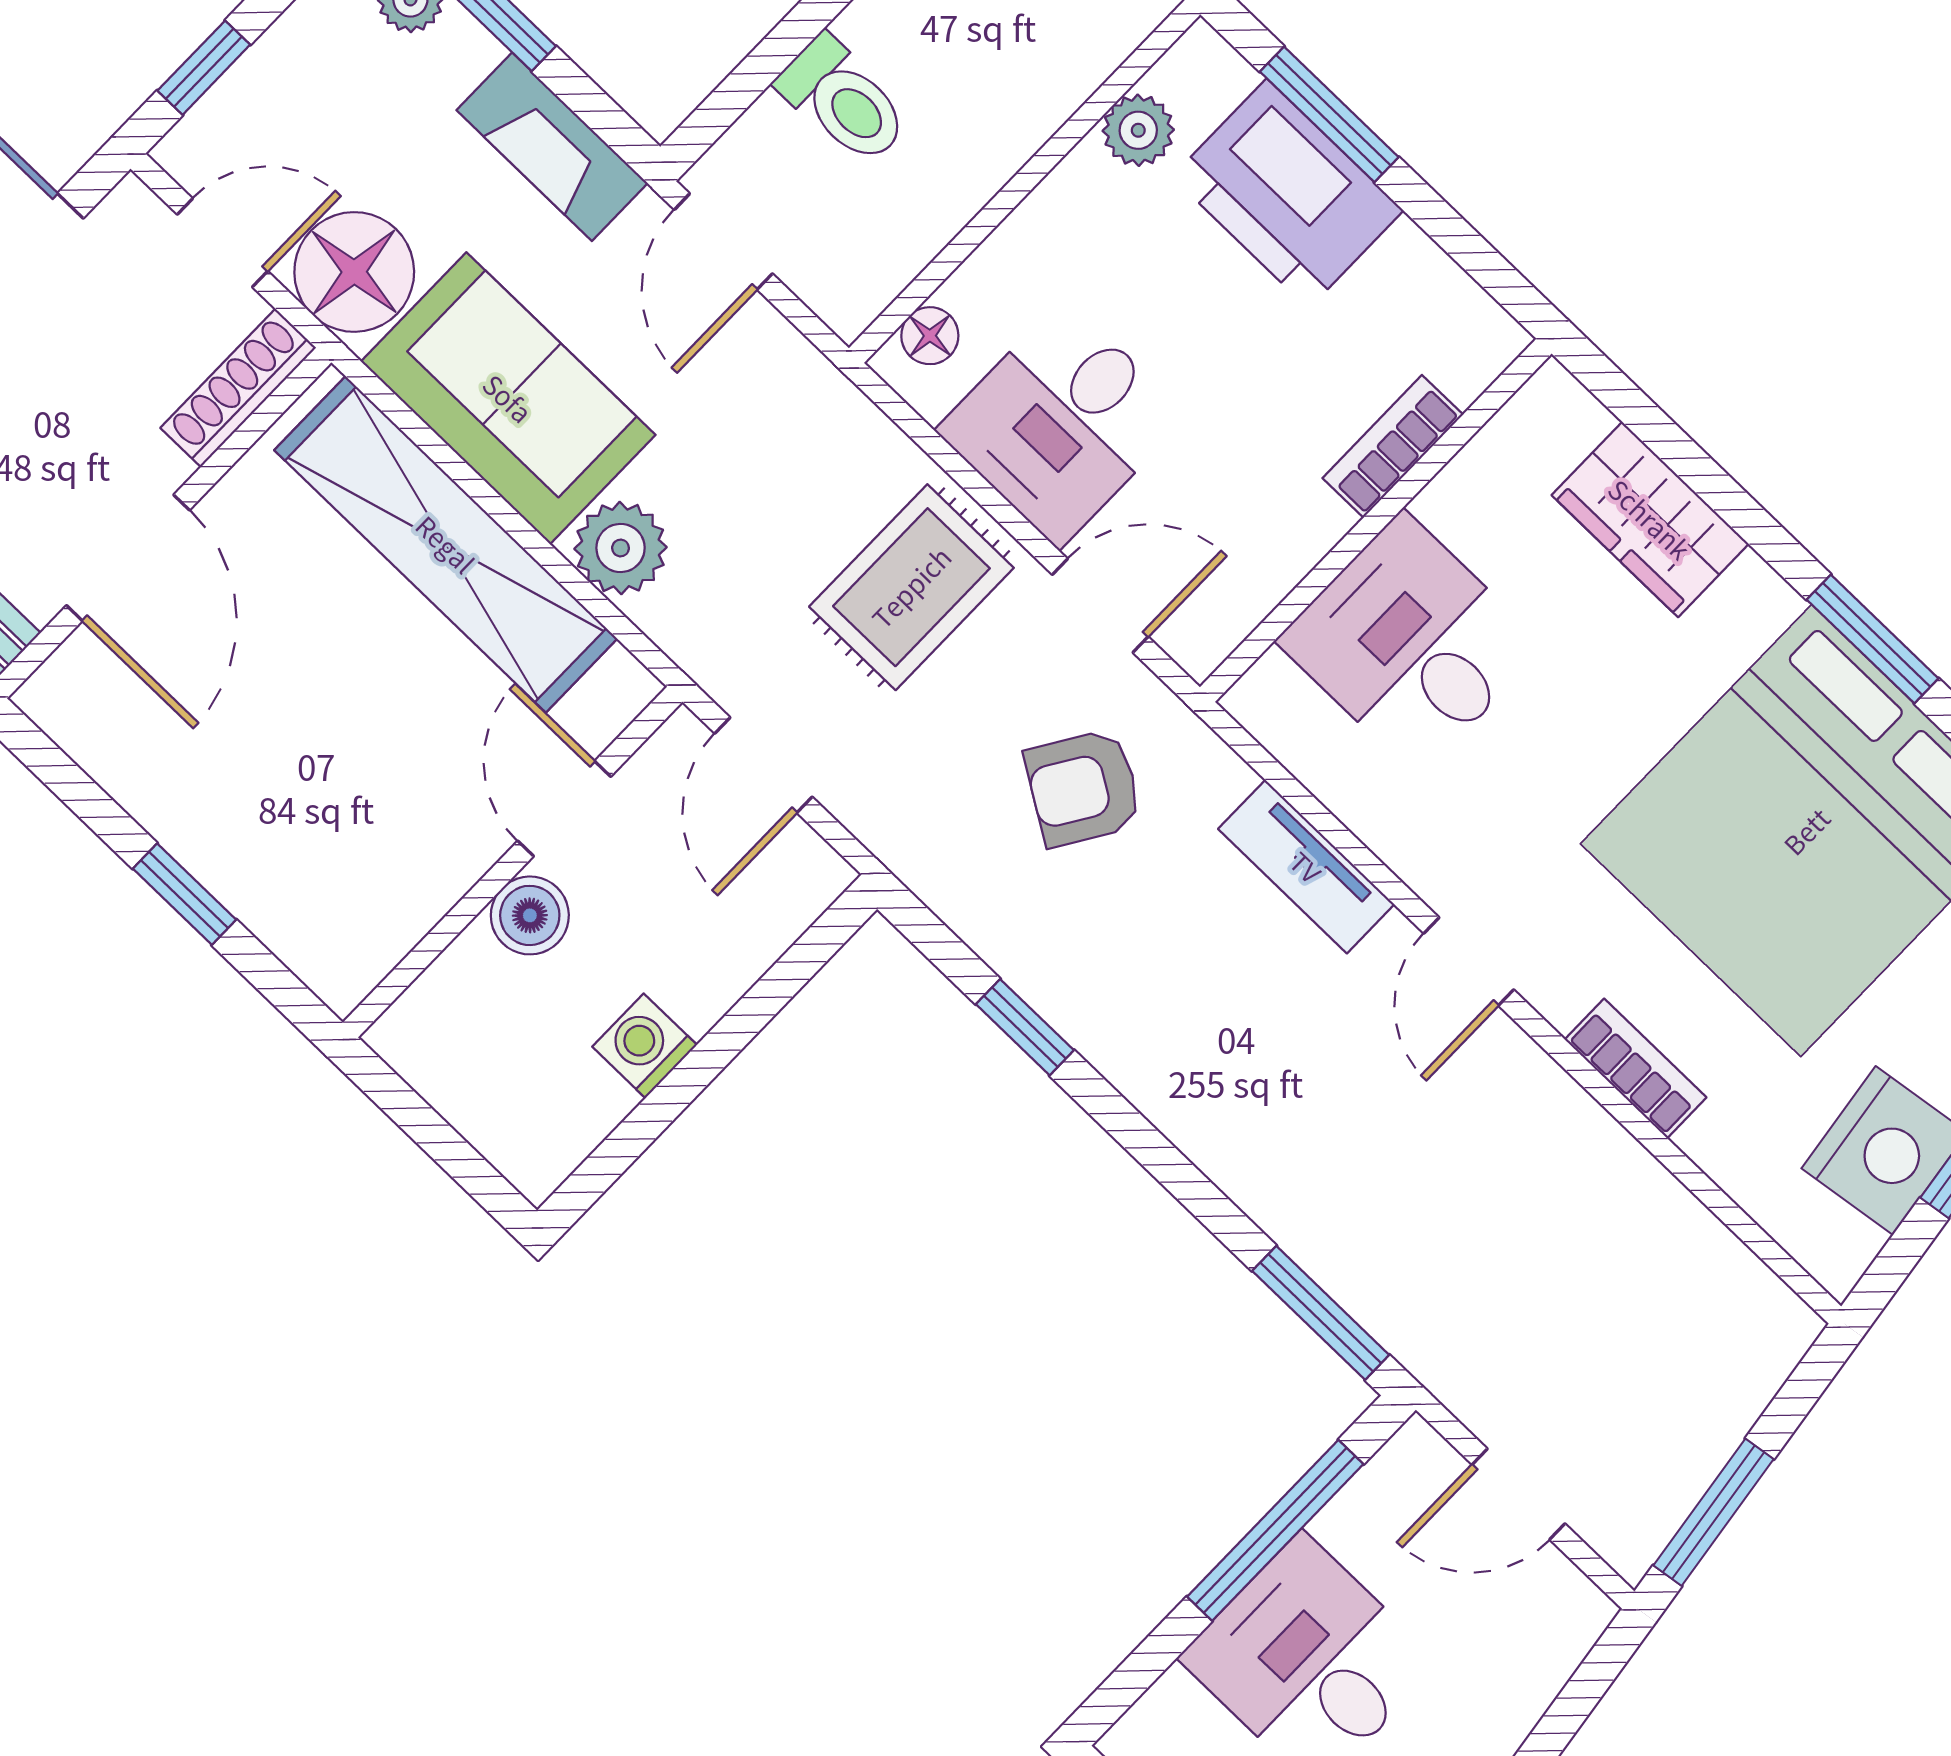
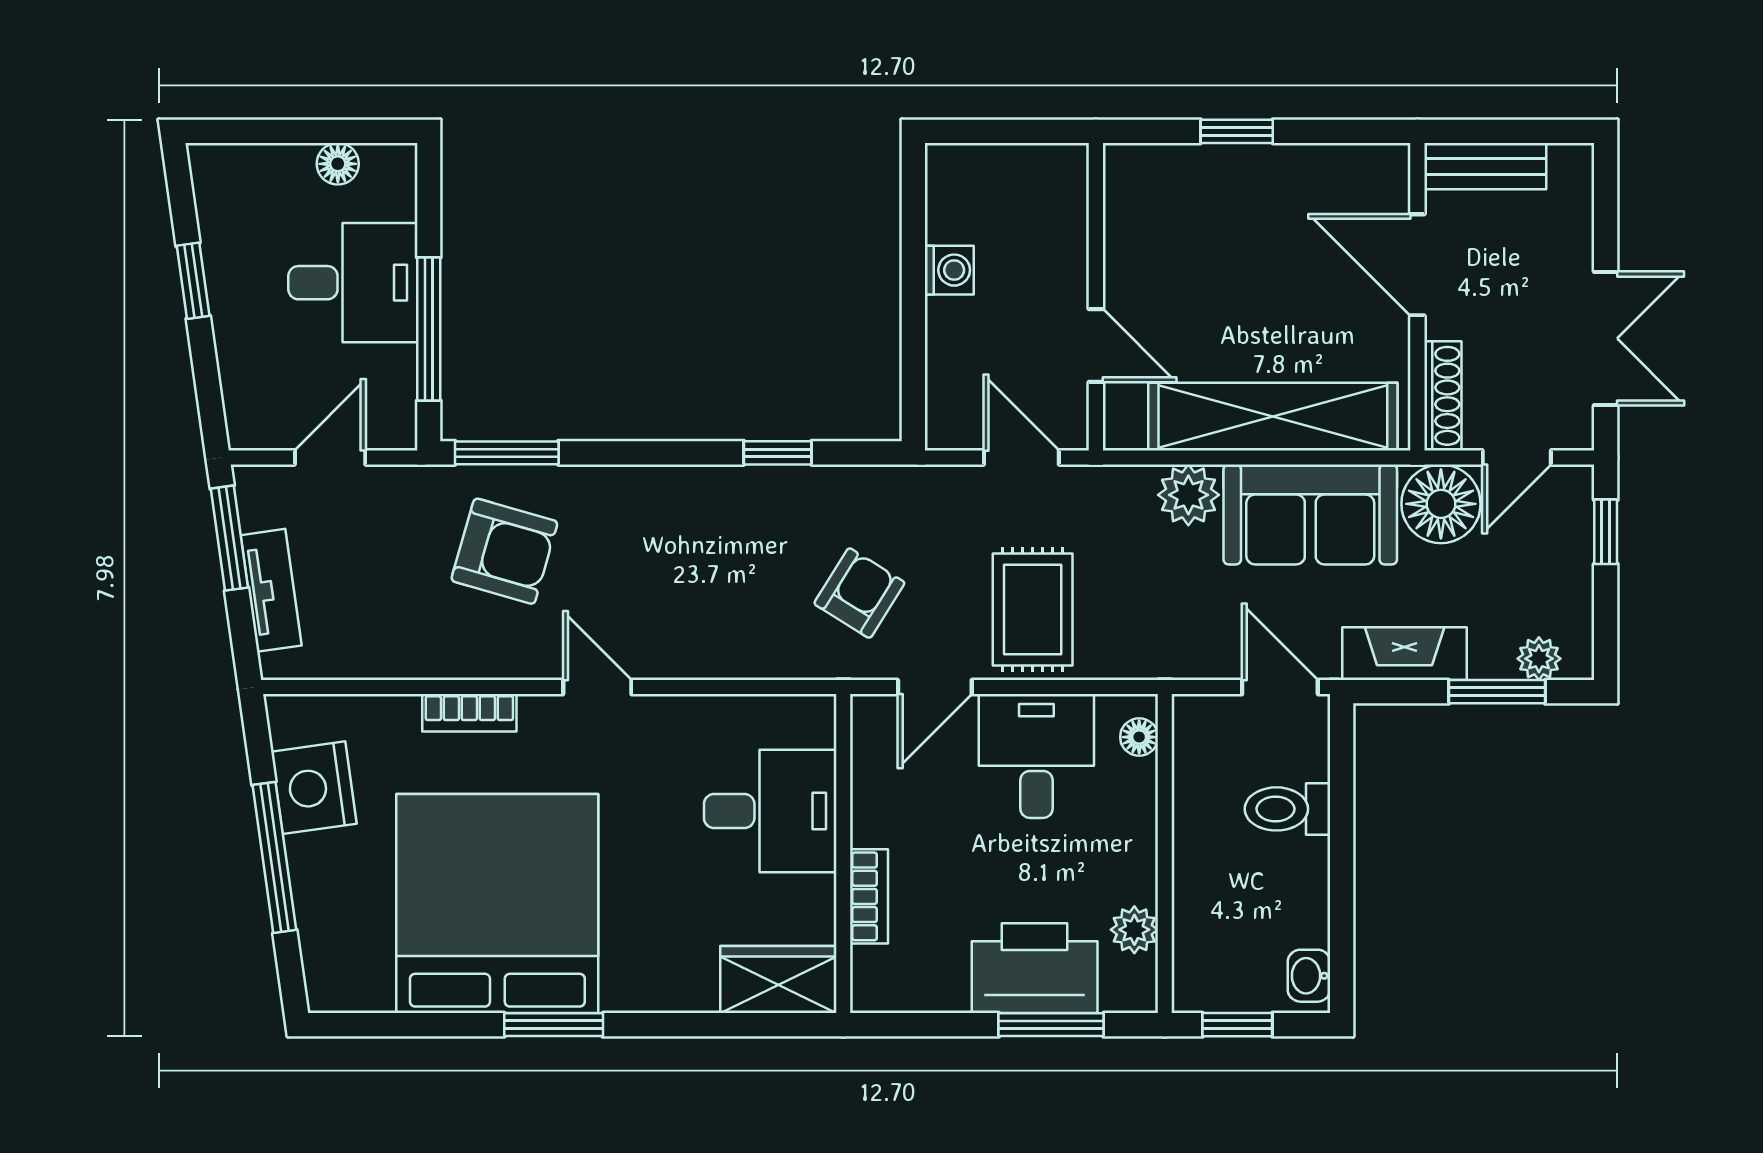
wardrobe: (1650, 519) -> (778, 980), moved
tv unit: (1306, 867) -> (271, 590), moved, turned 82
boiler: (530, 915) -> (1063, 279), removed
armchair: (1427, 1208) -> (504, 551), added

